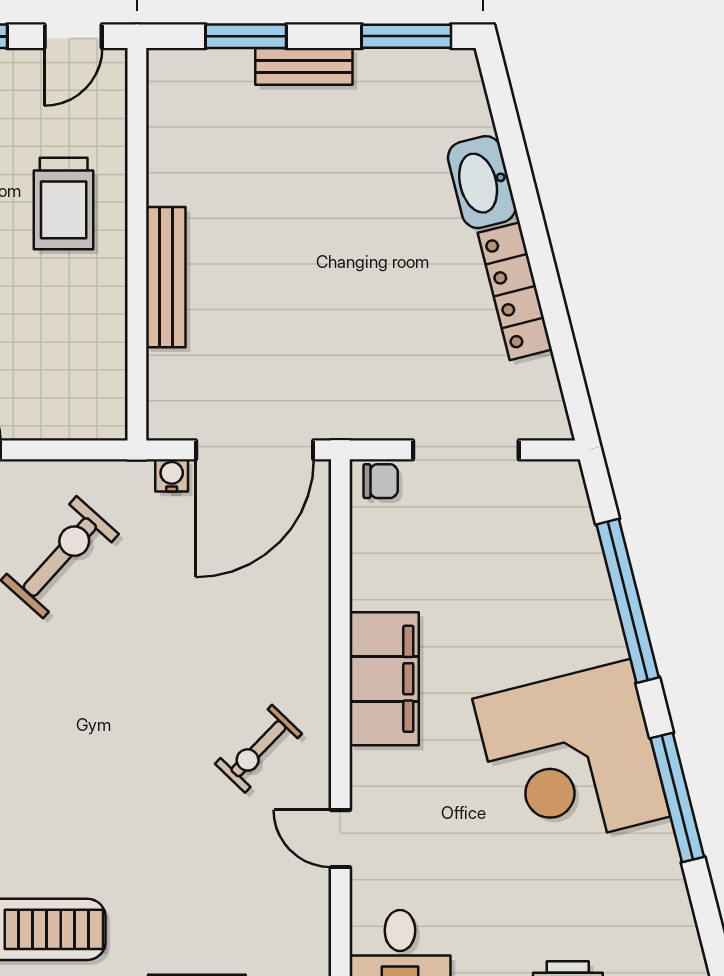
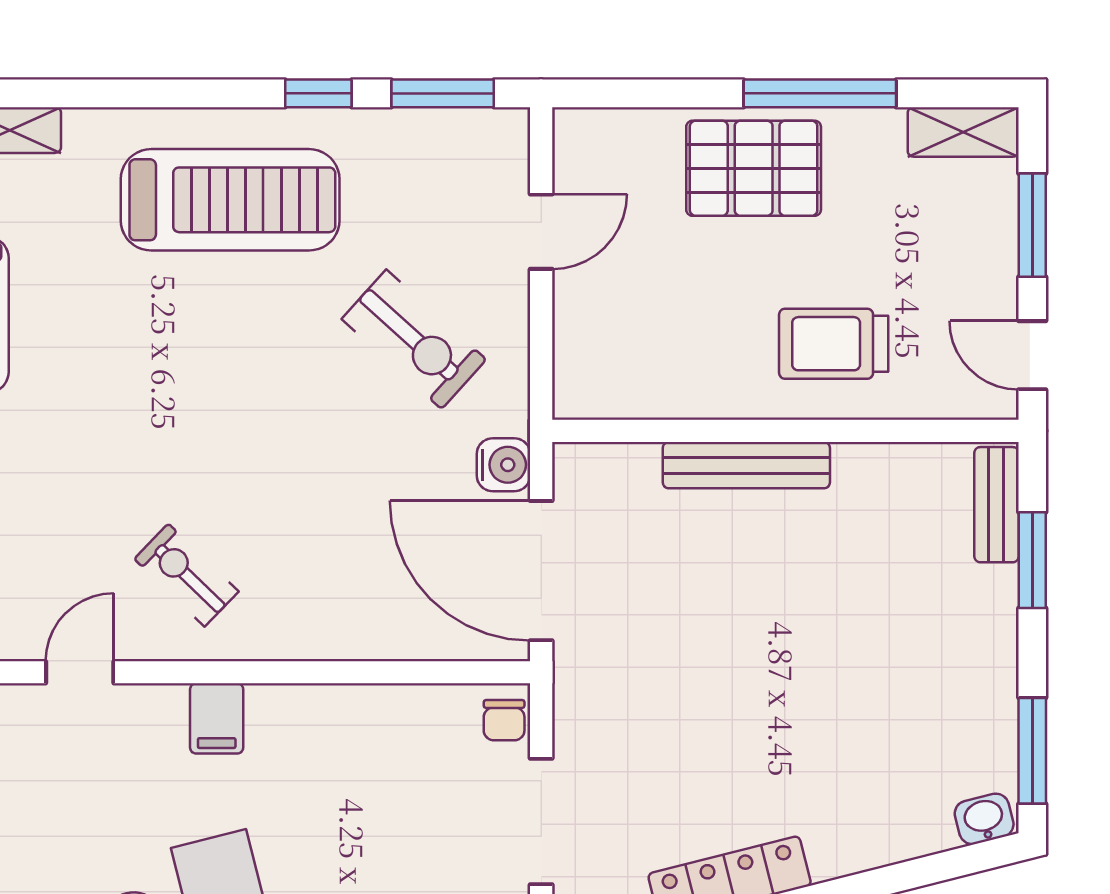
bench: (304, 66) -> (996, 505), moved
washbasin: (482, 182) -> (984, 819), moved, width x0.52, depth x0.69
water cooler: (172, 475) -> (504, 465), width x1.38, depth x1.38
filing cabinet: (384, 679) -> (217, 718), width x0.33, depth x0.86

